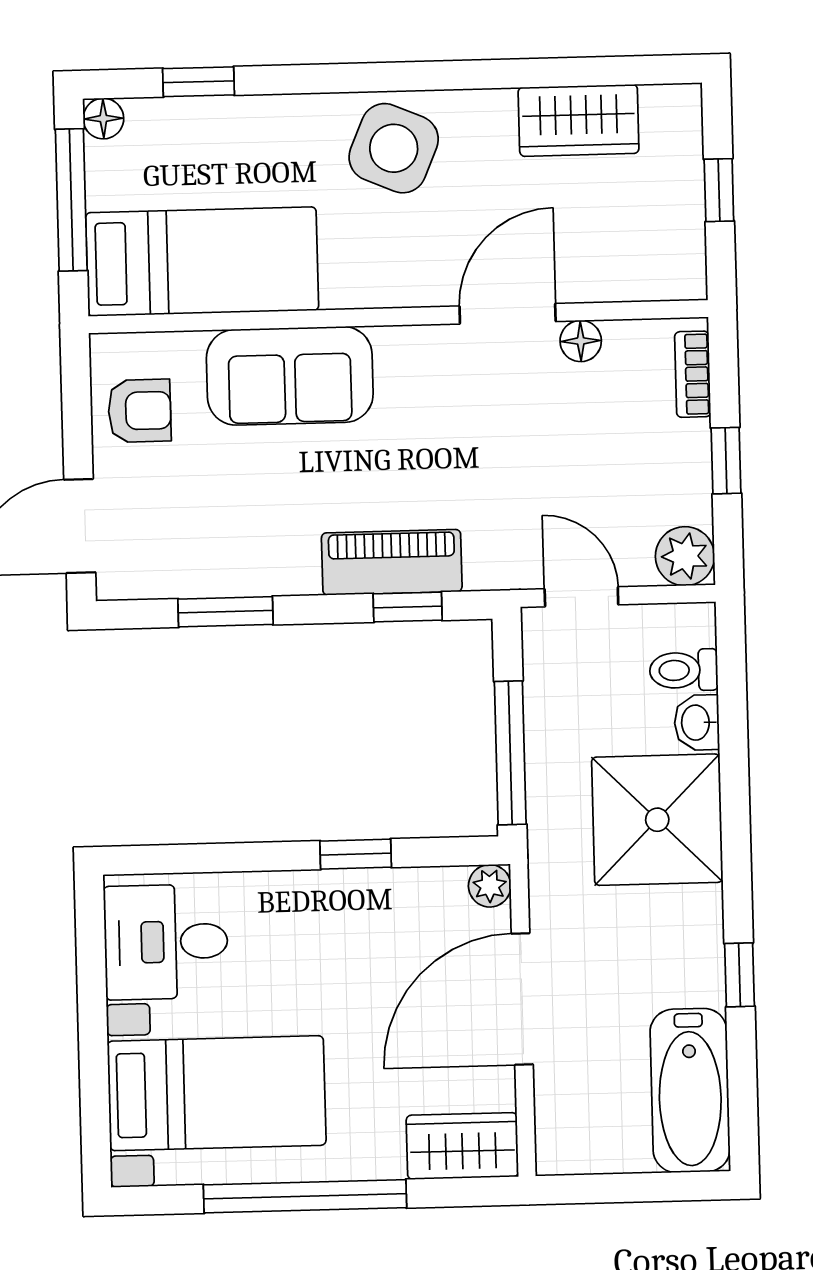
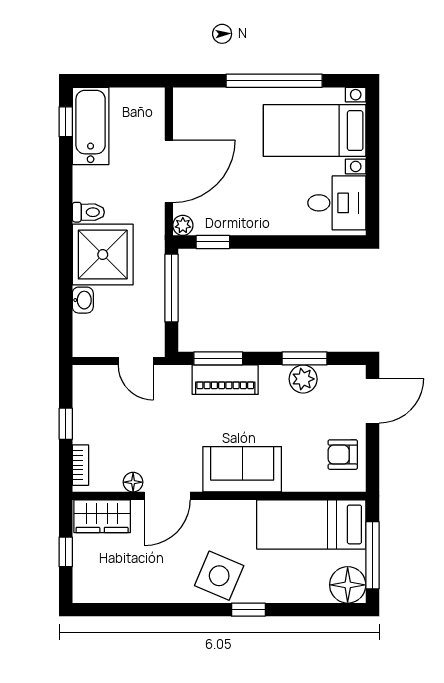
window: (199, 82) -> (248, 610), moved
floor lamp: (103, 119) -> (348, 585), width x1.89, depth x1.89
wardrobe: (579, 120) -> (102, 516), moved, turned 180
sofa: (290, 376) -> (242, 469), moved
plant: (685, 556) -> (303, 379), moved
window: (408, 607) -> (218, 358), width x1.50
toilet: (684, 670) -> (88, 212), moved
window: (356, 854) -> (213, 242), moved
window: (740, 975) -> (66, 122), moved
wardrobe: (462, 1146) -> (199, 102), removed

